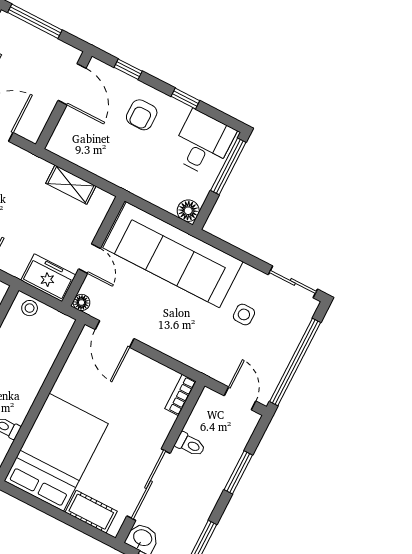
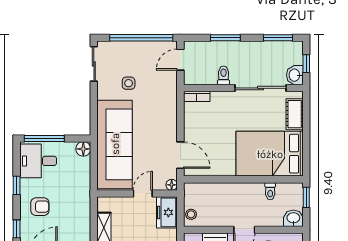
door: (115, 334) -> (180, 155), hinge flipped

